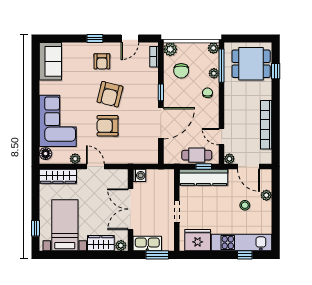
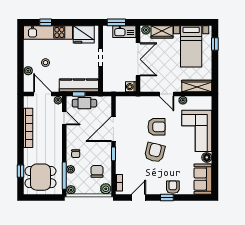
armchair: (102, 61) -> (173, 187), moved
floor lamp: (46, 154) -> (207, 157), moved

